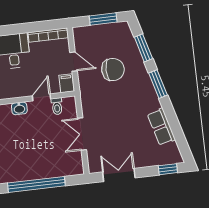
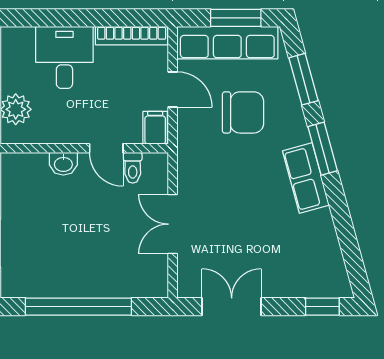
row of seats: (100, 33) -> (227, 43), added
door: (41, 97) -> (106, 148), swing flipped
row of seats: (161, 127) -> (306, 178), moved

